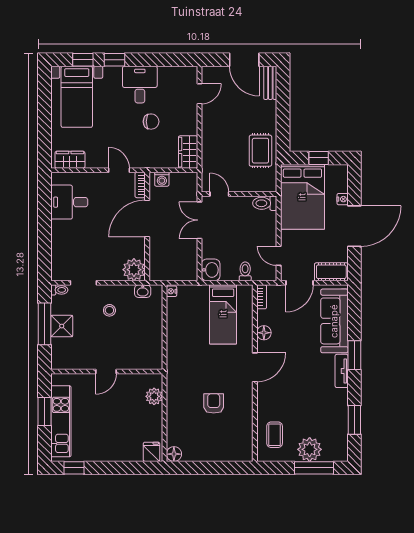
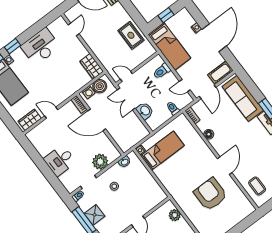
desk: (140, 85) -> (40, 47), width x1.37
chair: (151, 122) -> (58, 65), removed
door: (119, 170) -> (51, 113), moved
boiler: (180, 182) -> (100, 86), added
bed: (302, 197) -> (169, 46), width x0.67
desk: (69, 202) -> (60, 160), moved
toilet: (265, 203) -> (162, 71), moved
door: (147, 218) -> (97, 120), hinge flipped
plant: (134, 270) -> (100, 162), moved
washbasin: (211, 270) -> (145, 111), moved
bed: (223, 314) -> (162, 151), moved, turned -90
door: (255, 367) -> (225, 166), moved
armchair: (214, 403) -> (211, 194), width x1.88, depth x1.88

